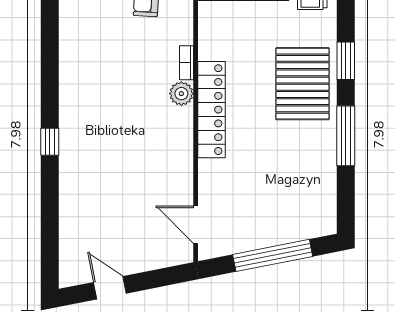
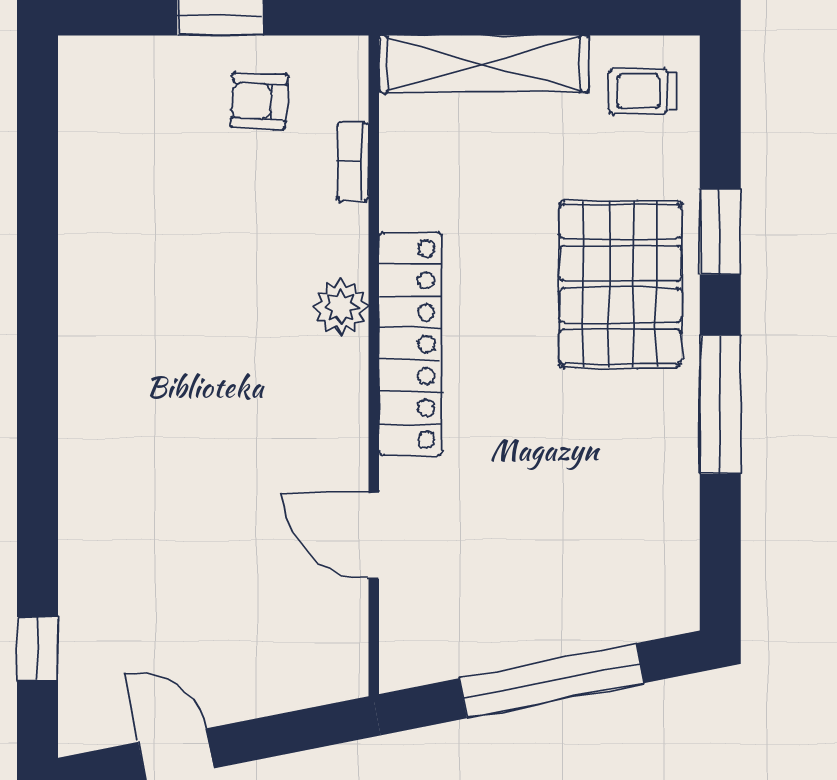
bookcase: (186, 63) -> (353, 161), moved
window: (50, 142) -> (37, 649), moved
door: (196, 225) -> (374, 536), moved

